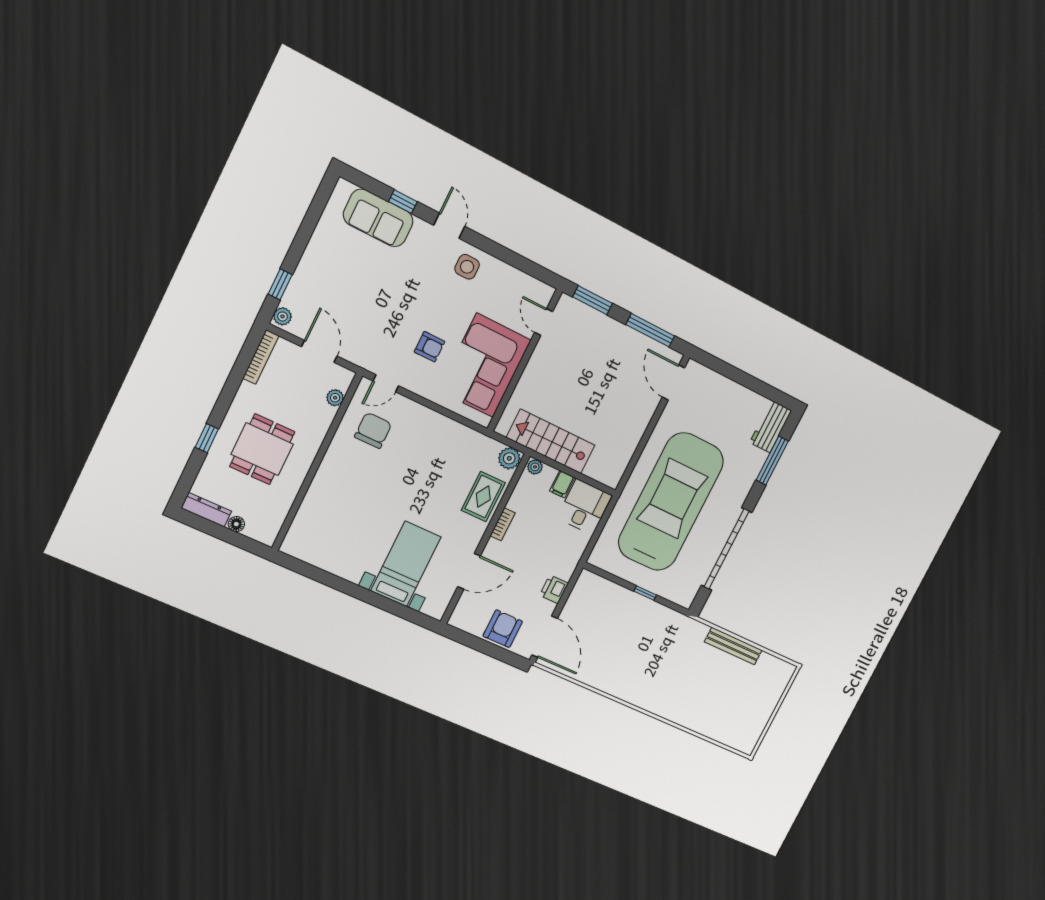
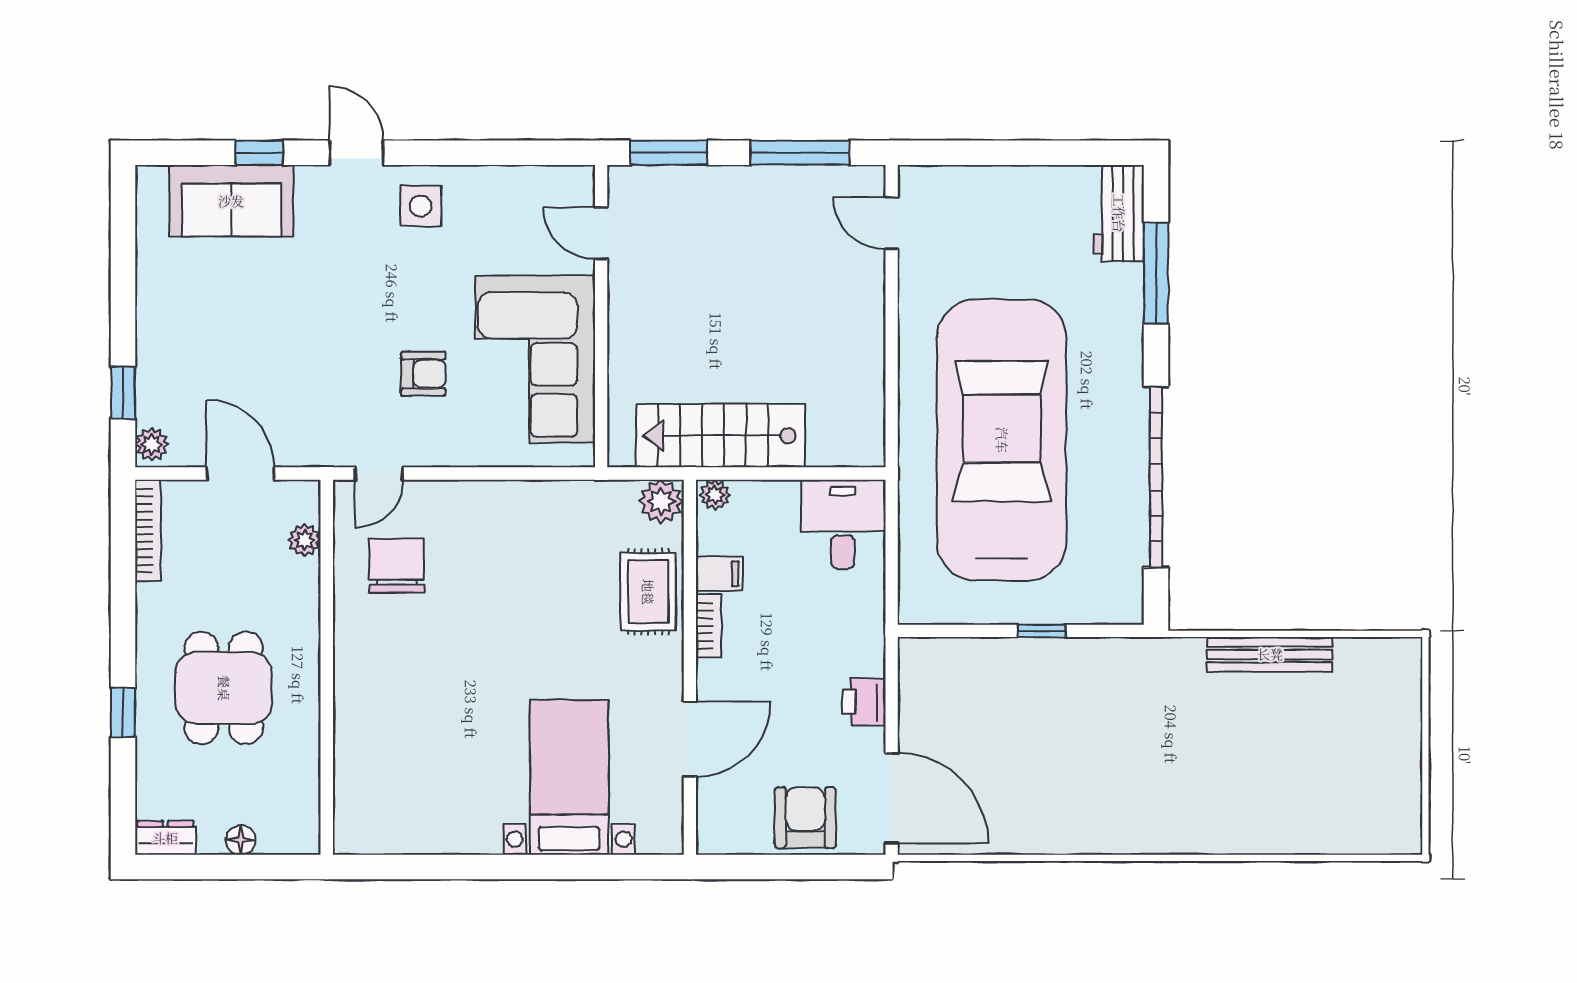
door: (673, 383) -> (892, 223), width x0.73
filing cabinet: (562, 484) -> (719, 574), moved, turned -90
dresser: (206, 510) -> (165, 838), width x0.70

